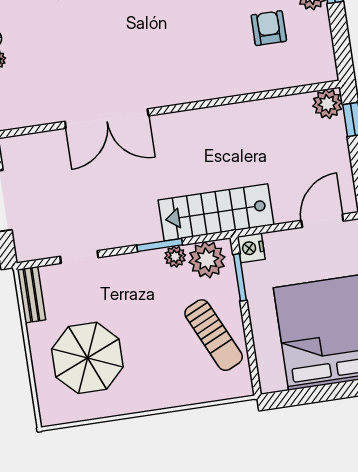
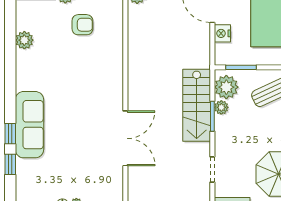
armchair: (269, 28) -> (82, 25), turned 180
stairs: (216, 212) -> (197, 105), moved
nightstand: (251, 248) -> (222, 33), moved, turned 90

